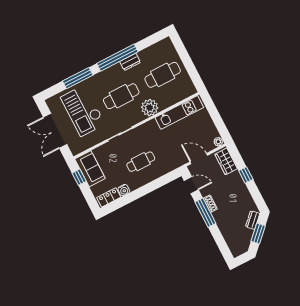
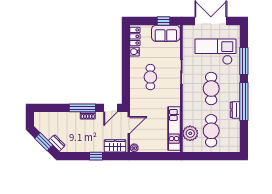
plant: (150, 108) -> (190, 133), moved

